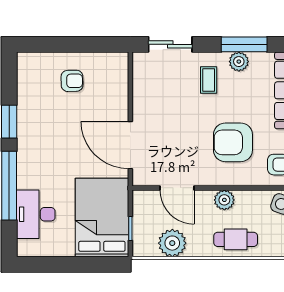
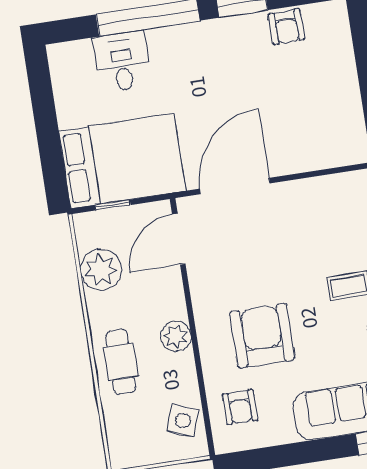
armchair: (72, 81) -> (287, 27), moved
door: (177, 188) -> (179, 239), moved
desk: (36, 214) -> (122, 62), width x0.73

